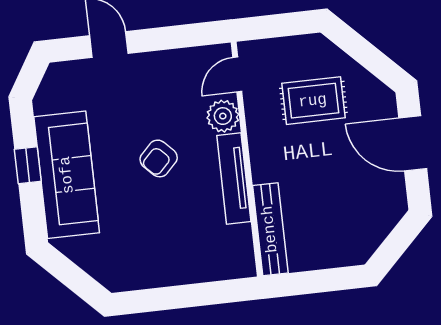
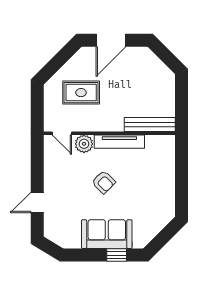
rug: (313, 101) -> (81, 93), turned 90
window: (28, 165) -> (117, 255), moved
sofa: (67, 175) -> (107, 234), width x0.73

